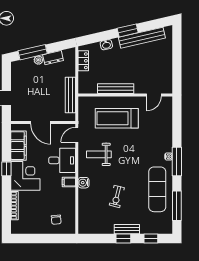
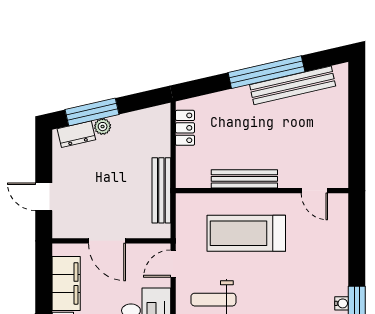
window: (128, 30) -> (266, 72), width x2.11
washbasin: (106, 45) -> (227, 98), removed
dresser: (53, 58) -> (76, 134), moved
door: (154, 95) -> (314, 191), hinge flipped

